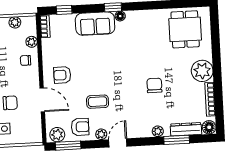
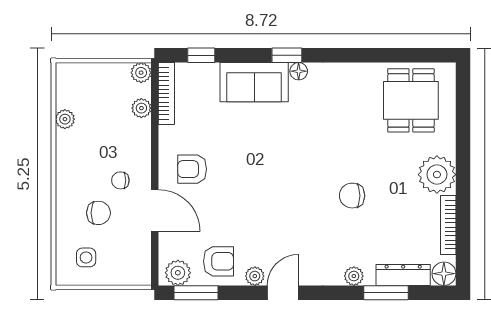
plant: (15, 22) -> (141, 73), moved
bookcase: (45, 26) -> (166, 94), width x1.56
chair: (26, 60) -> (120, 180), moved
chair: (154, 85) -> (352, 196), turned -90
coffee table: (98, 102) -> (251, 219), removed

